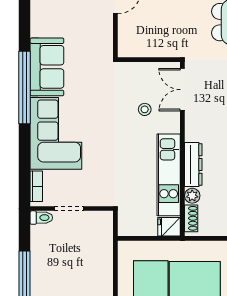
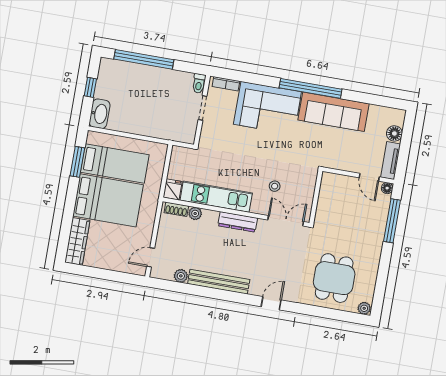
sofa: (47, 67) -> (333, 112), width x1.36
dresser: (193, 165) -> (238, 222), moved

